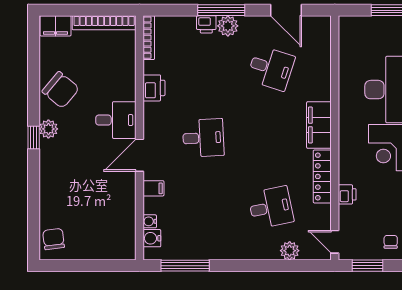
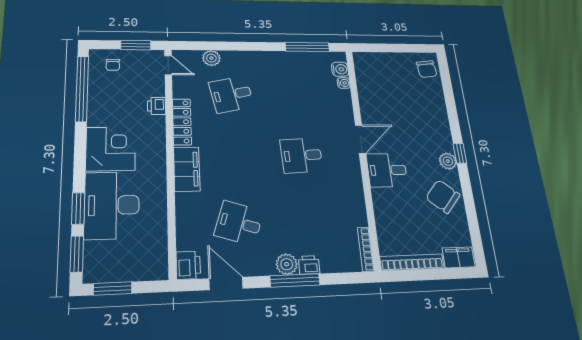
printer: (154, 88) -> (188, 265), moved, turned 180
filing cabinet: (153, 188) -> (344, 111), removed

